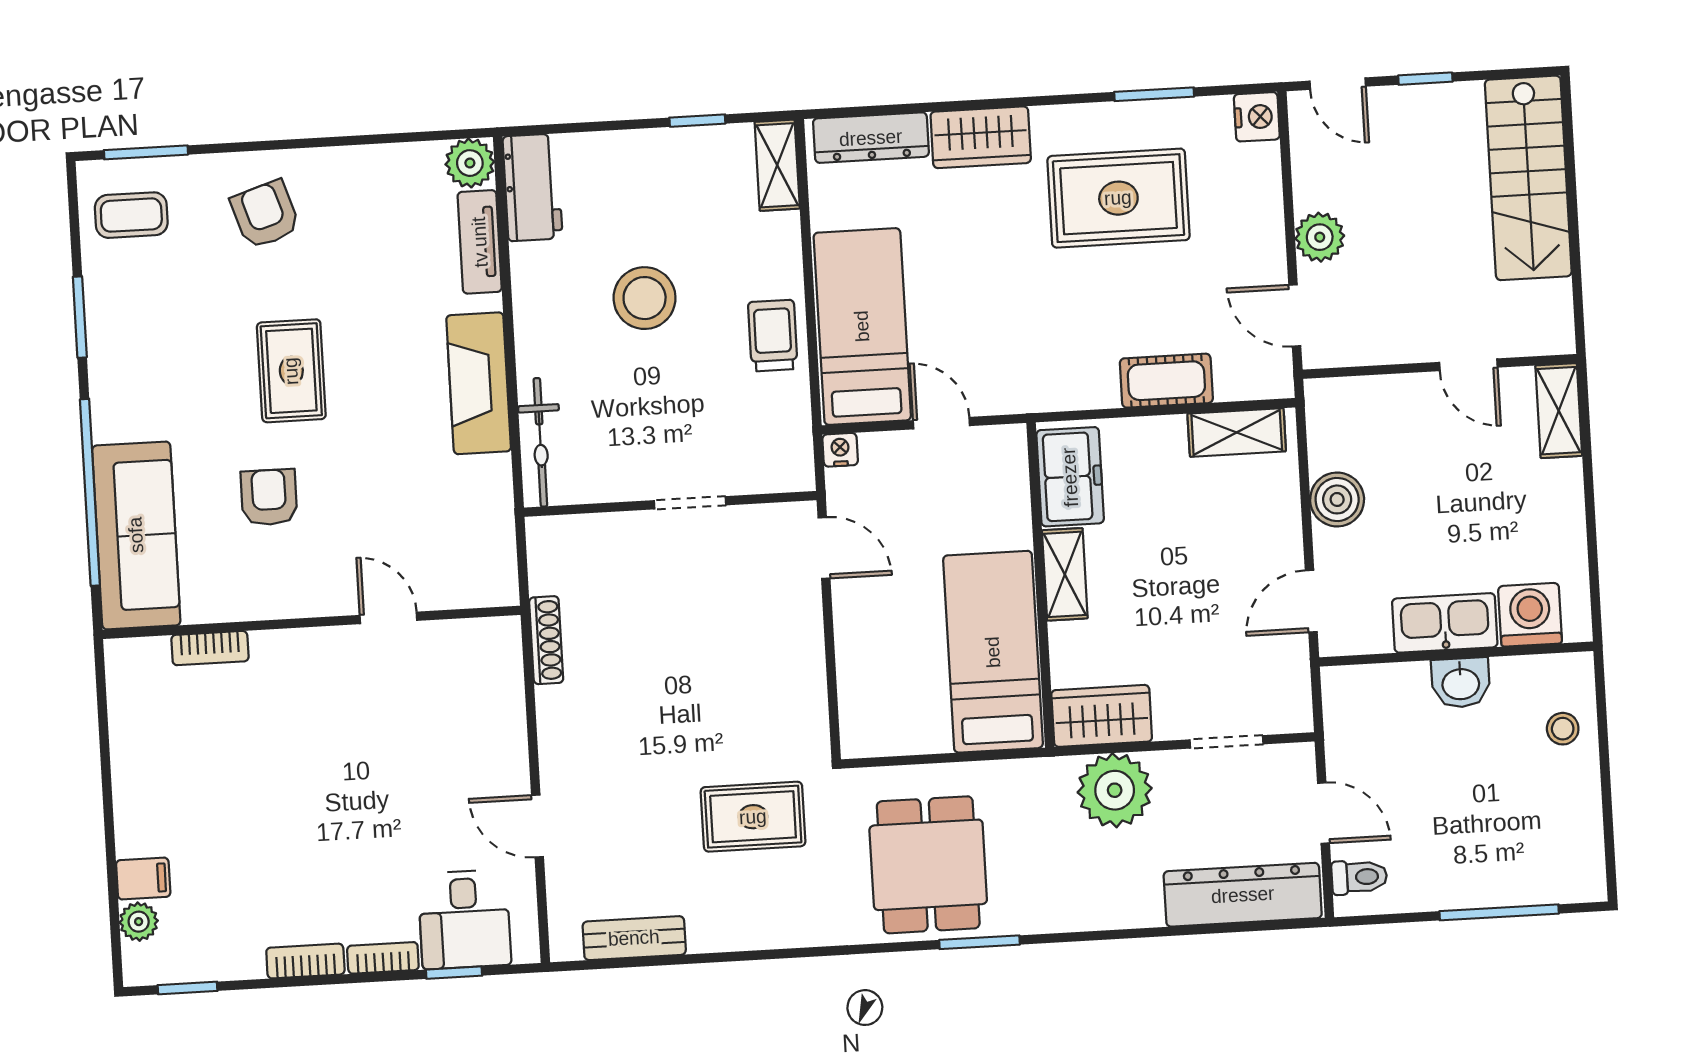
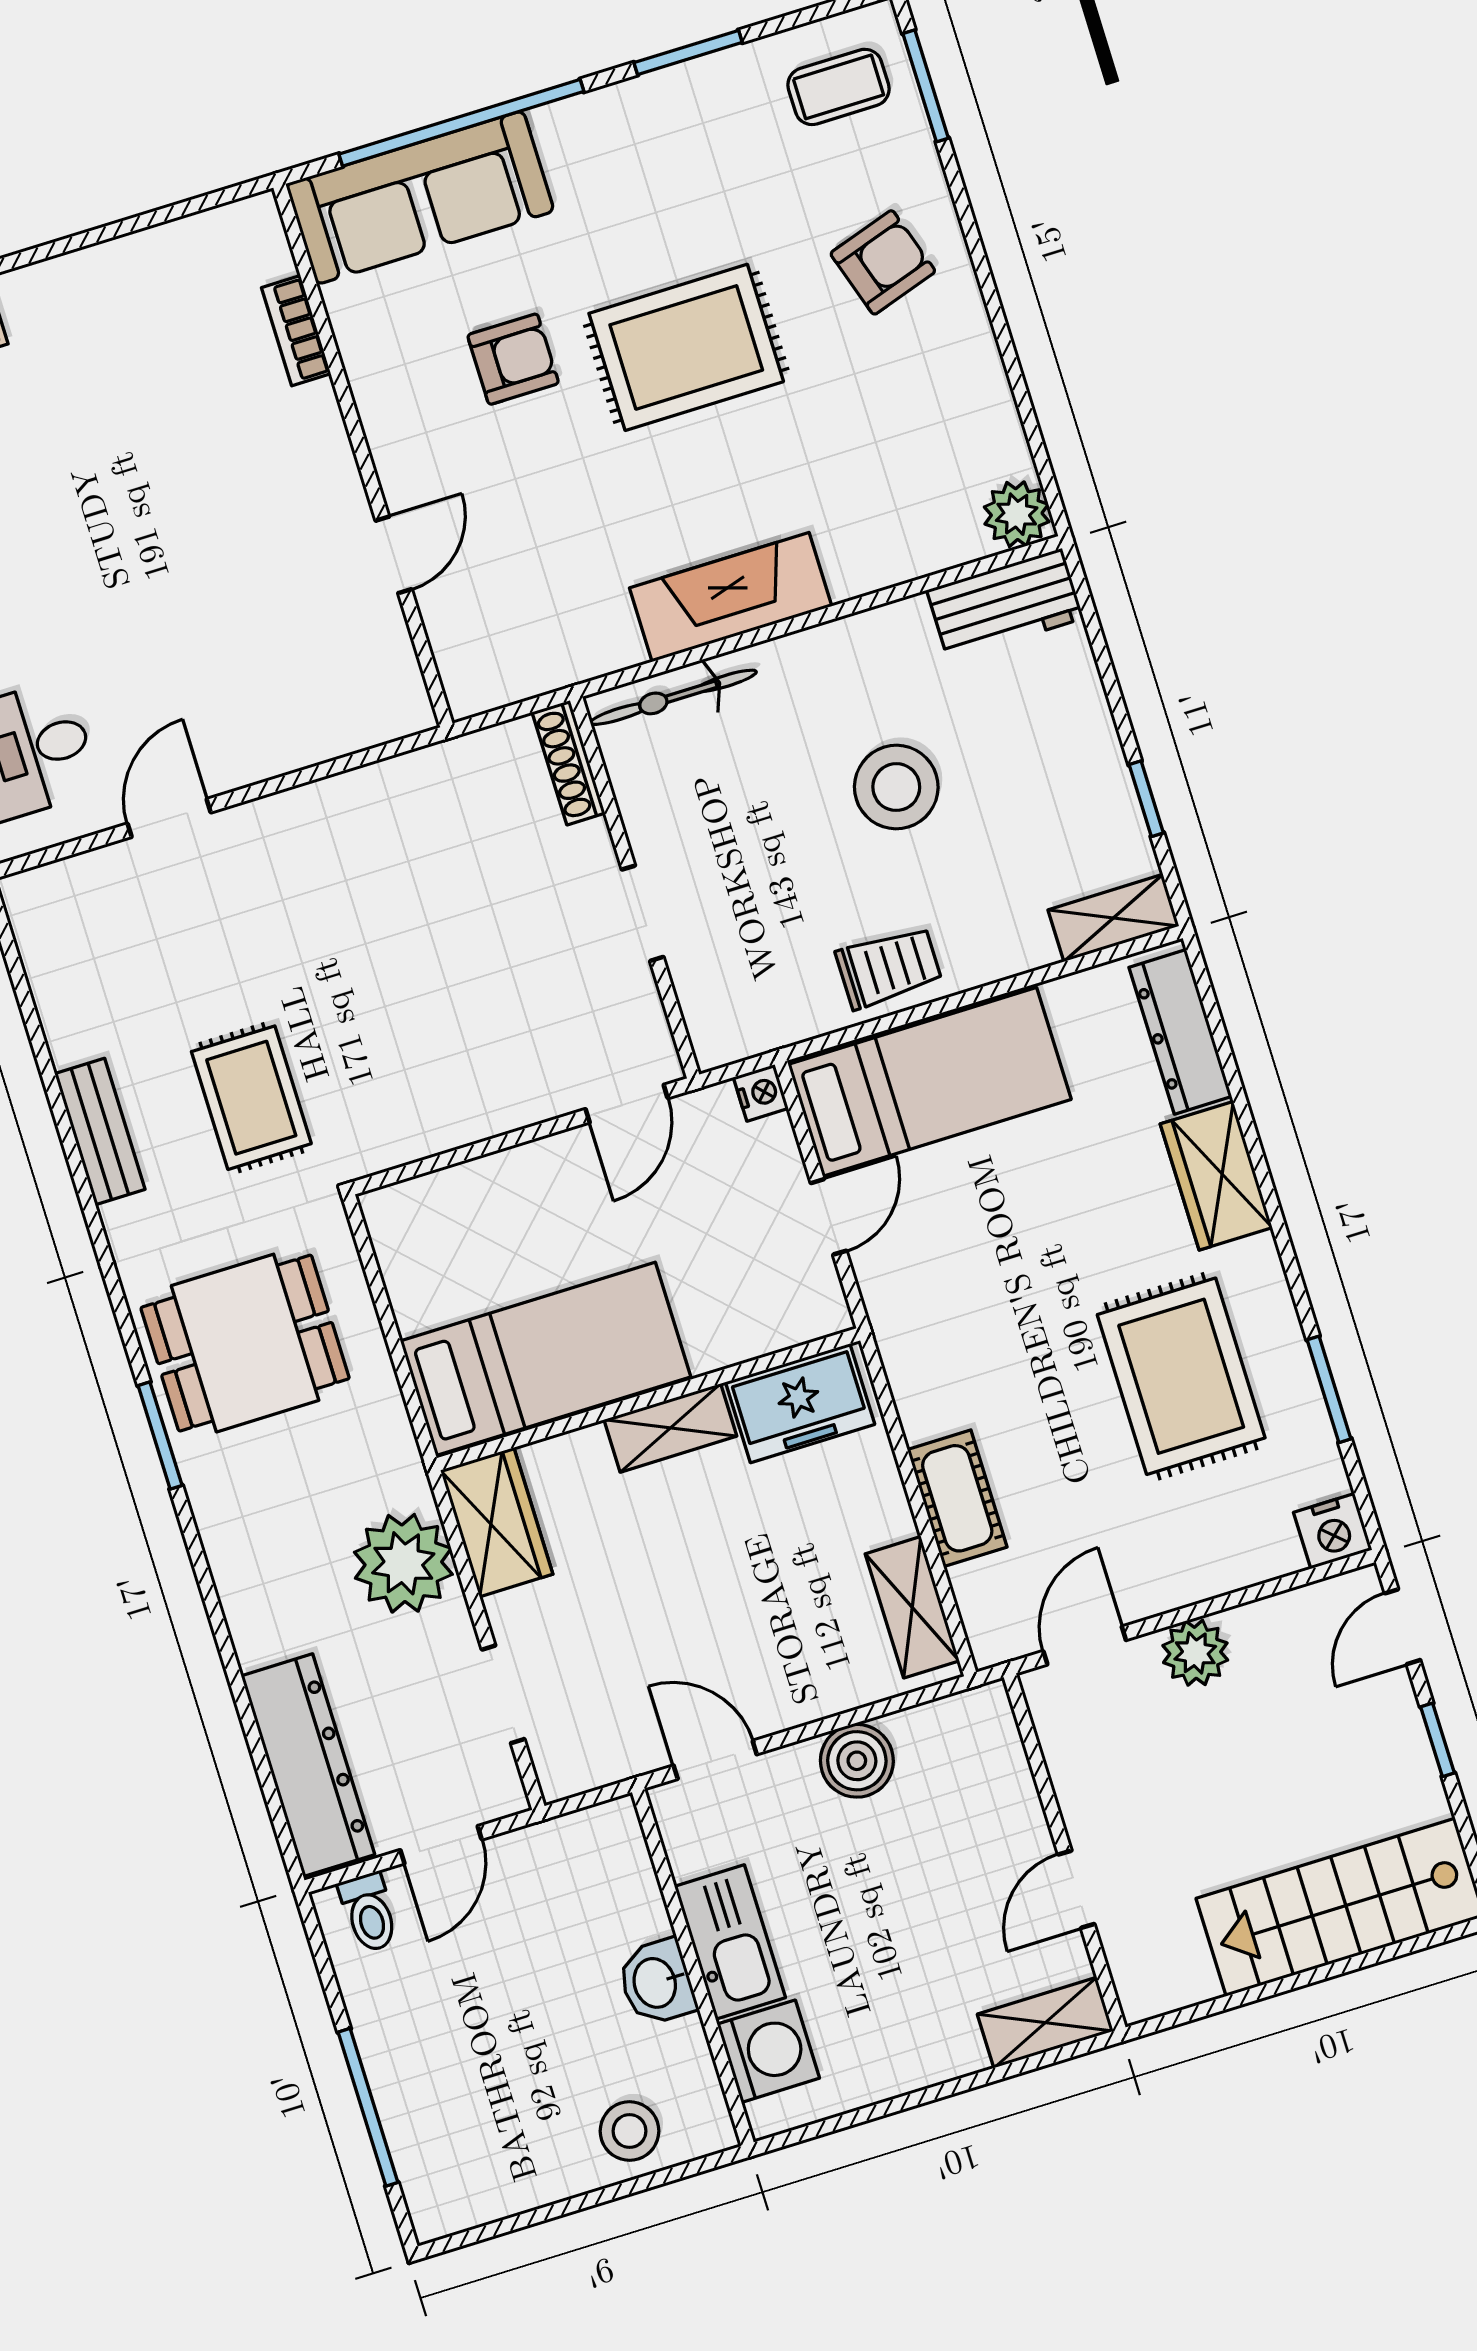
coffee table: (131, 215) -> (838, 87), turned 90
tv unit: (480, 242) -> (916, 553), removed
rug: (291, 371) -> (686, 347), width x1.36, depth x1.43
shoe rack: (546, 640) -> (569, 763), moved, turned 90
stool: (1563, 729) -> (630, 2131), width x1.37, depth x1.37
bench: (634, 938) -> (100, 1131), moved

